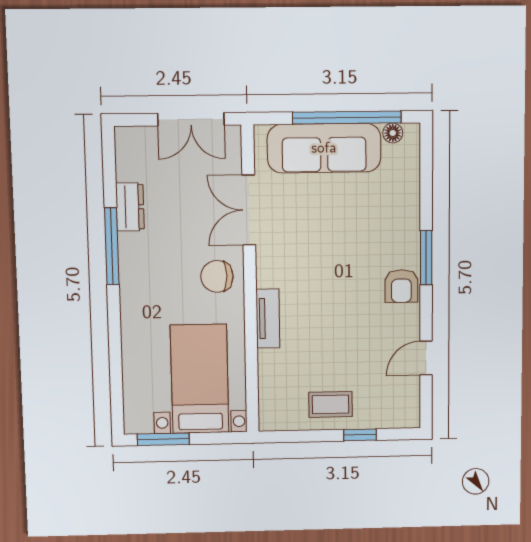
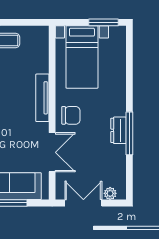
plant: (143, 137) -> (110, 193), added
dresser: (130, 207) -> (119, 130), moved
tv unit: (268, 318) -> (42, 98), width x1.41

